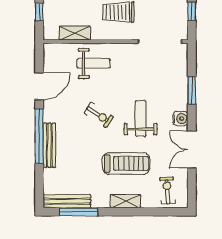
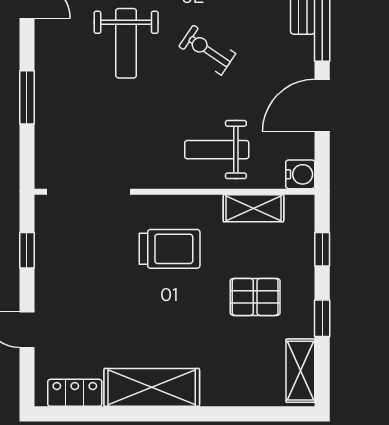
water cooler: (180, 119) -> (300, 174), moved, turned 180

